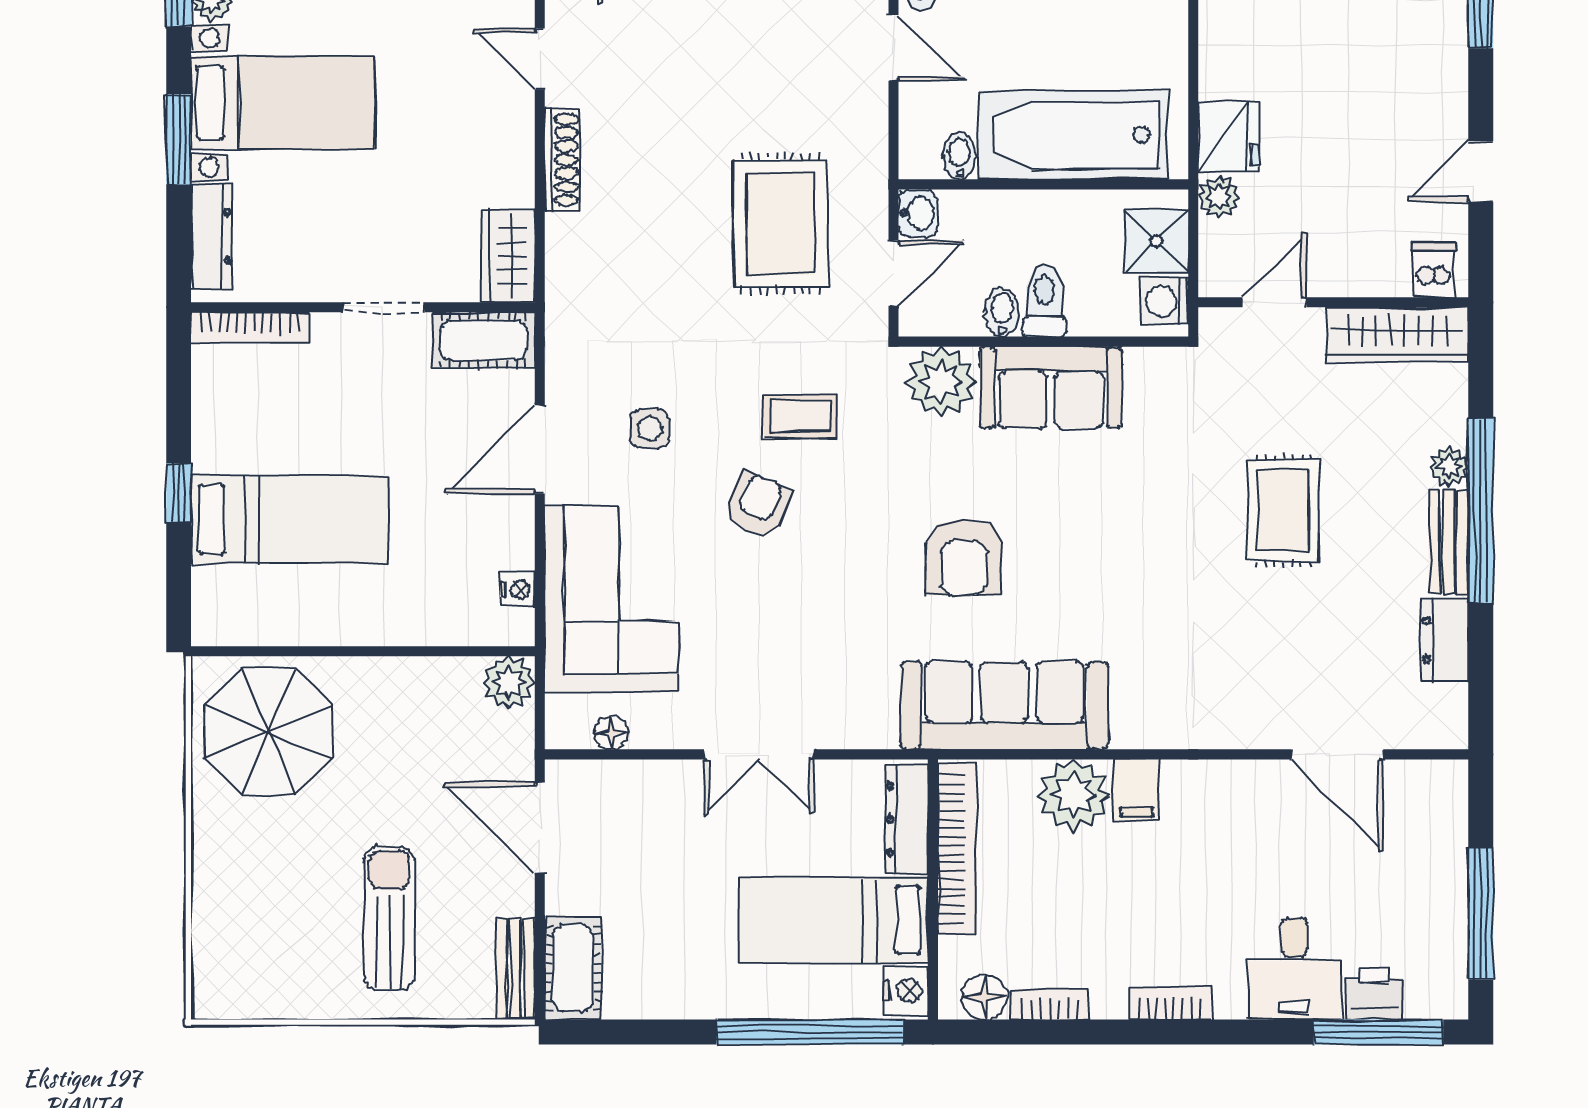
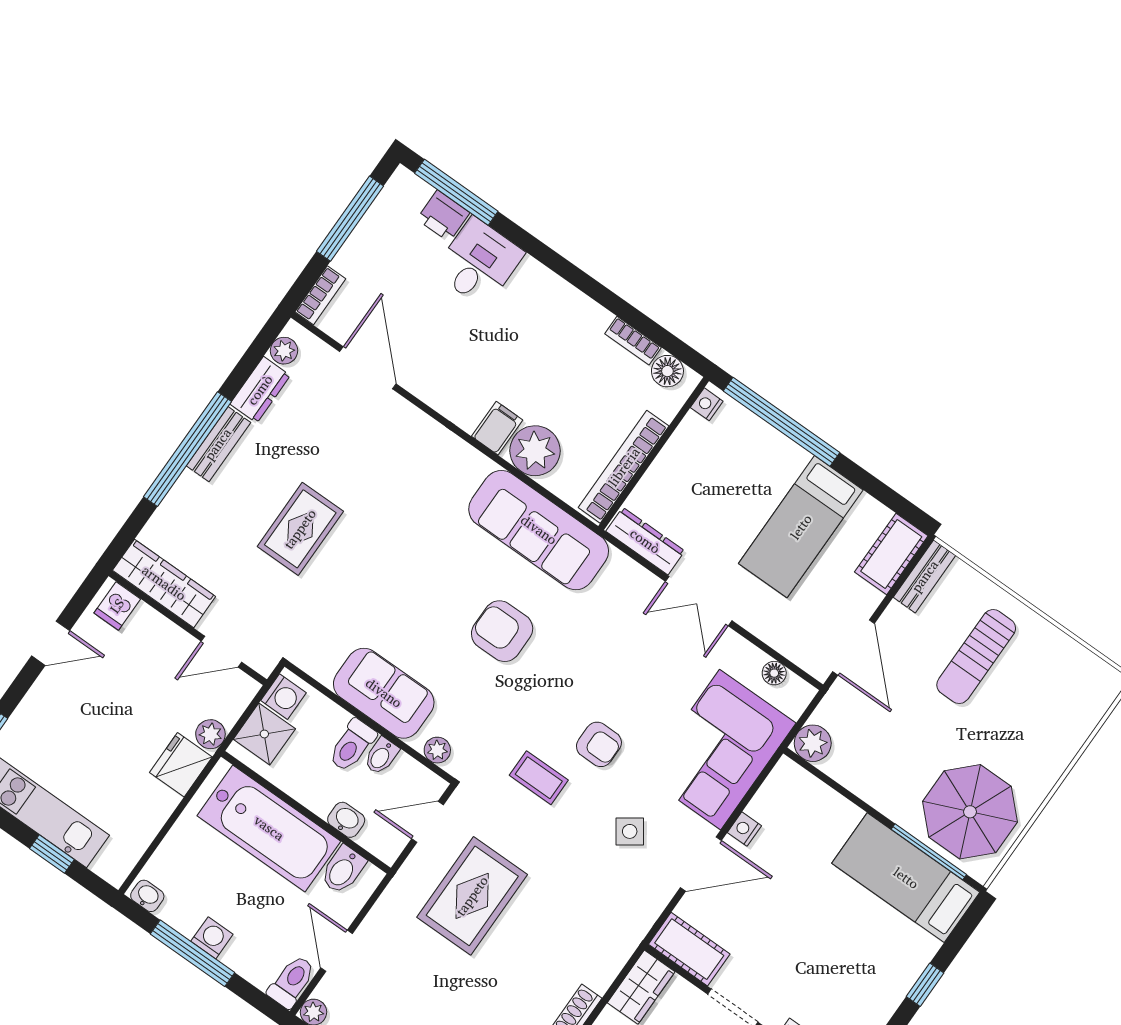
bidet: (959, 156) -> (343, 870), width x1.38, depth x1.36
washbasin: (918, 213) -> (346, 820), moved, turned 90
plant: (941, 381) -> (437, 750), width x0.53, depth x0.53
side table: (650, 429) -> (630, 831), turned -35
plant: (1449, 467) -> (284, 351), moved
armchair: (757, 505) -> (599, 744), turned -114
bed: (289, 519) -> (906, 878), moved
armchair: (964, 557) -> (502, 631), turned -90
nightstand: (518, 590) -> (744, 829), moved
window: (284, 651) -> (929, 852), added
double door: (759, 754) -> (699, 601), swing flipped
dresser: (907, 819) -> (645, 541), moved, turned -90
bed: (833, 920) -> (801, 527), moved, turned 90
nightstand: (906, 991) -> (707, 404), width x0.72, depth x0.74
bookcase: (1170, 1004) -> (320, 295), moved, turned -90

